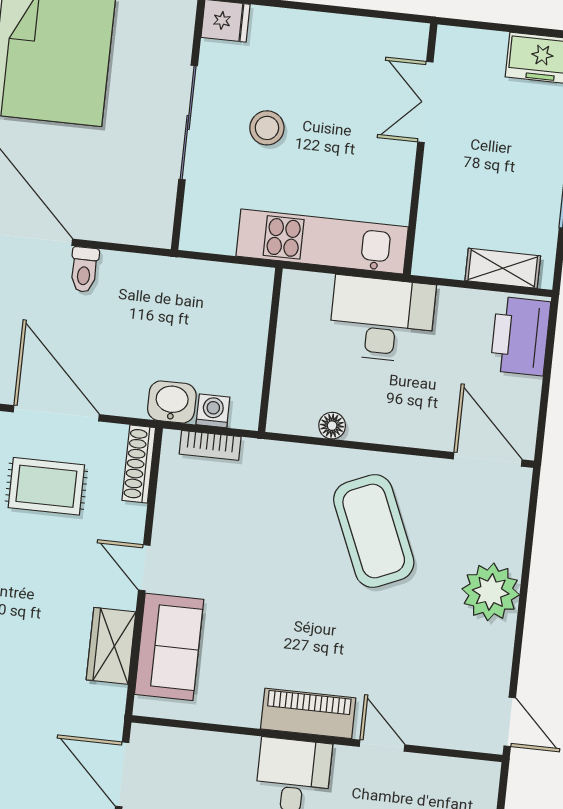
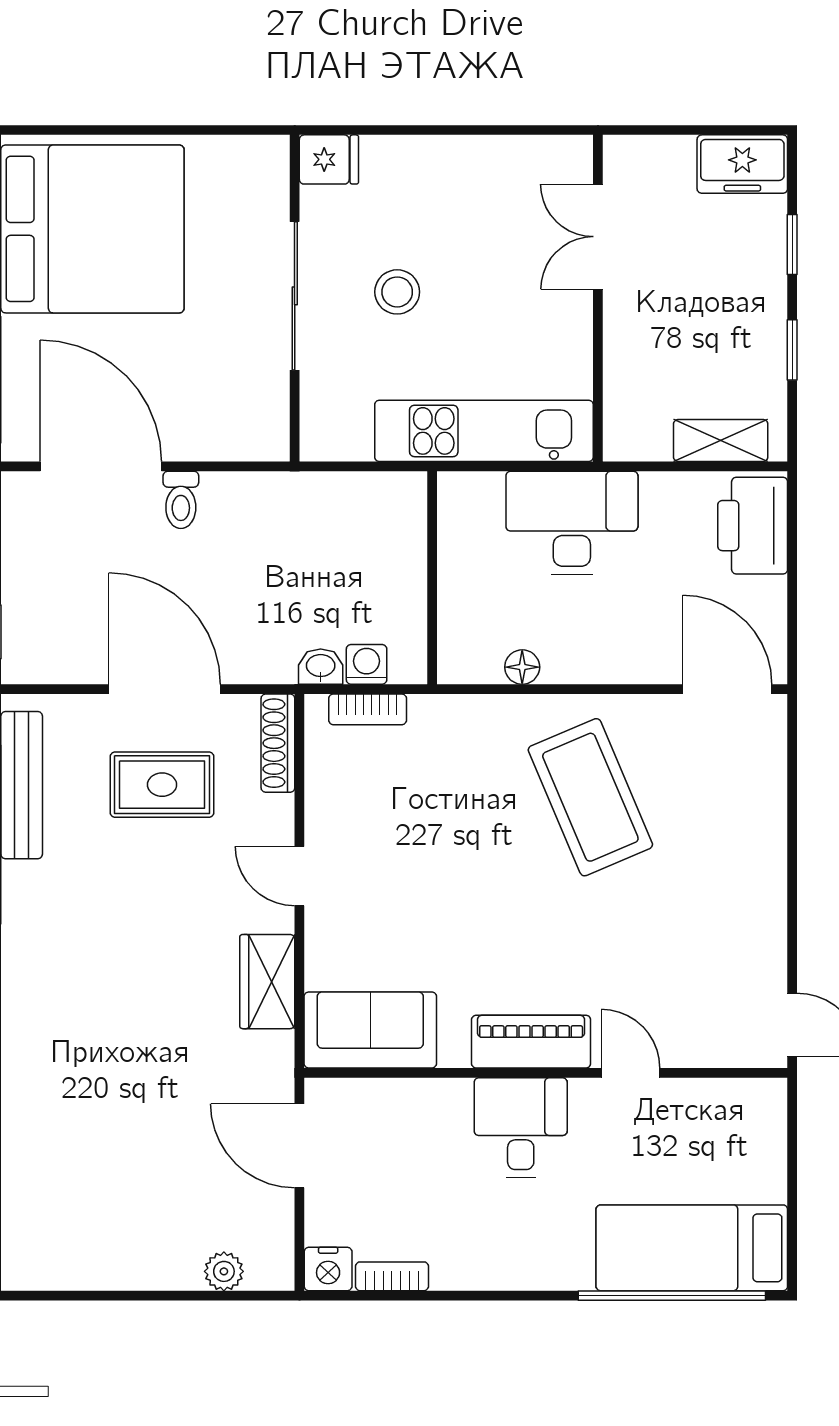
washbasin: (172, 402) -> (321, 667), width x0.72, depth x0.69
plant: (491, 592) -> (750, 860), removed
sofa: (169, 647) -> (370, 1030), moved, turned -90

